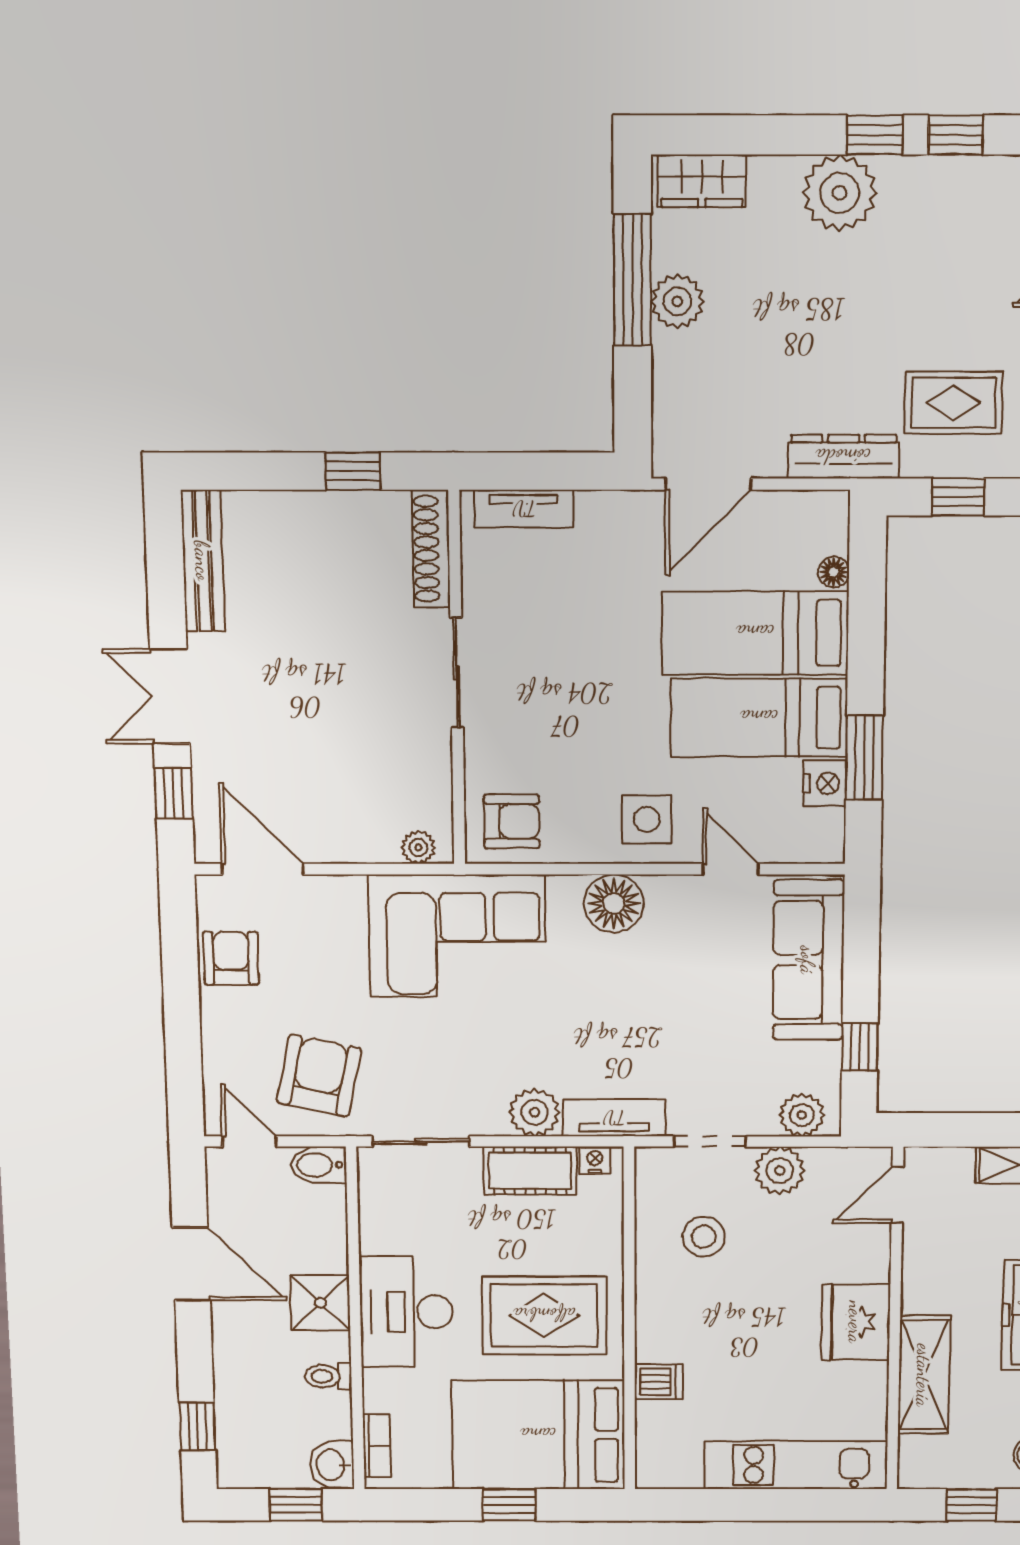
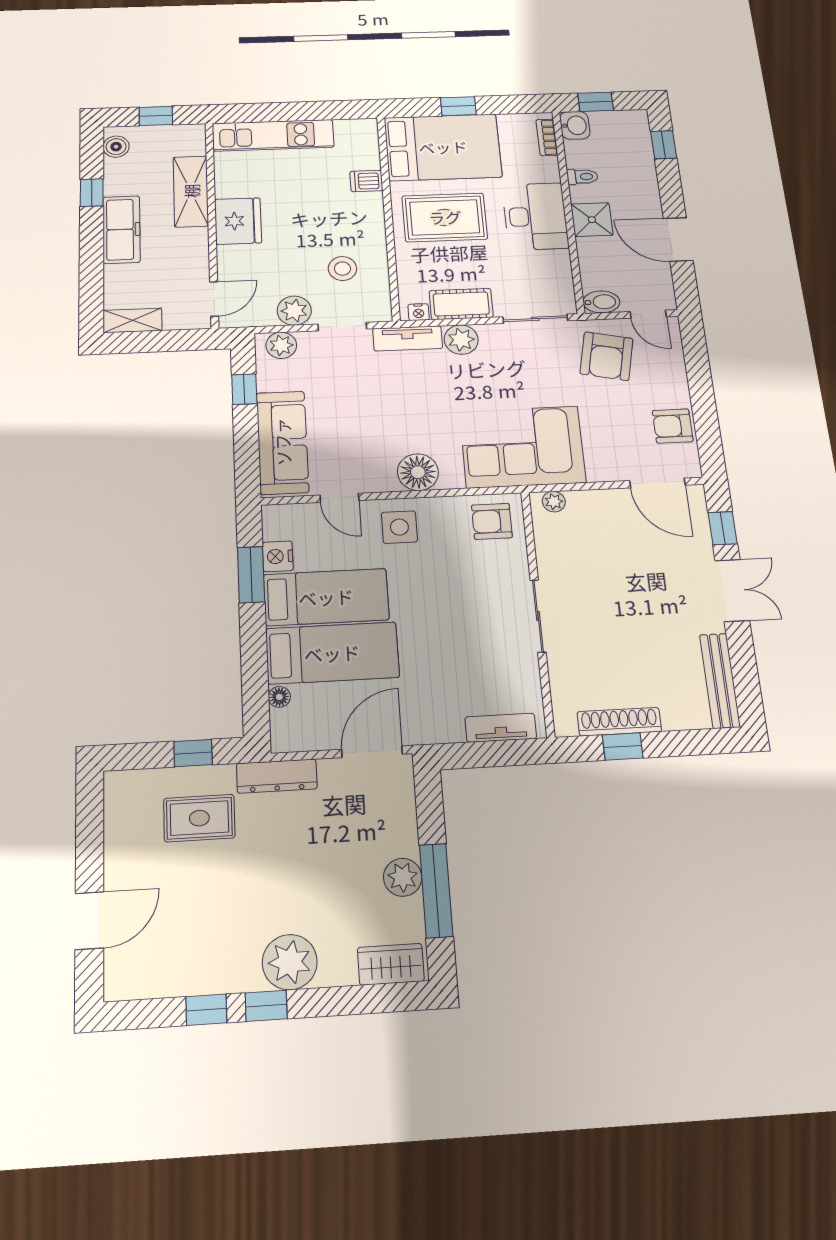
shoe rack: (431, 549) -> (619, 722), moved, turned -90
armchair: (231, 958) -> (673, 426), turned 90

